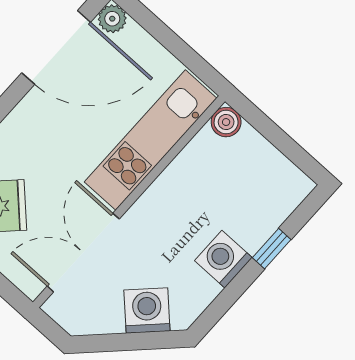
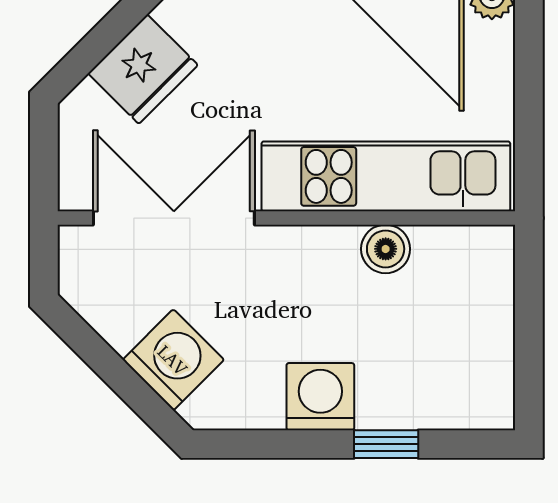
boiler: (226, 122) -> (386, 249), moved

